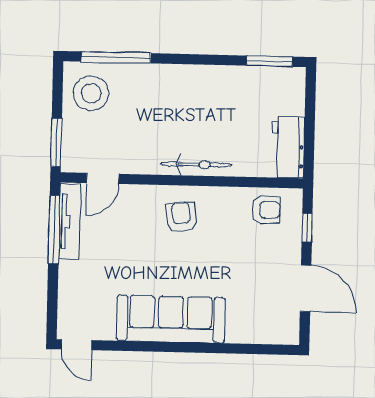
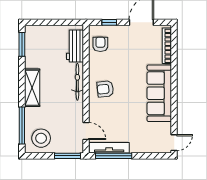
shelving: (187, 78) -> (32, 88), added
workbench: (288, 147) -> (75, 46), moved, turned 90
bookcase: (260, 335) -> (167, 46), added

